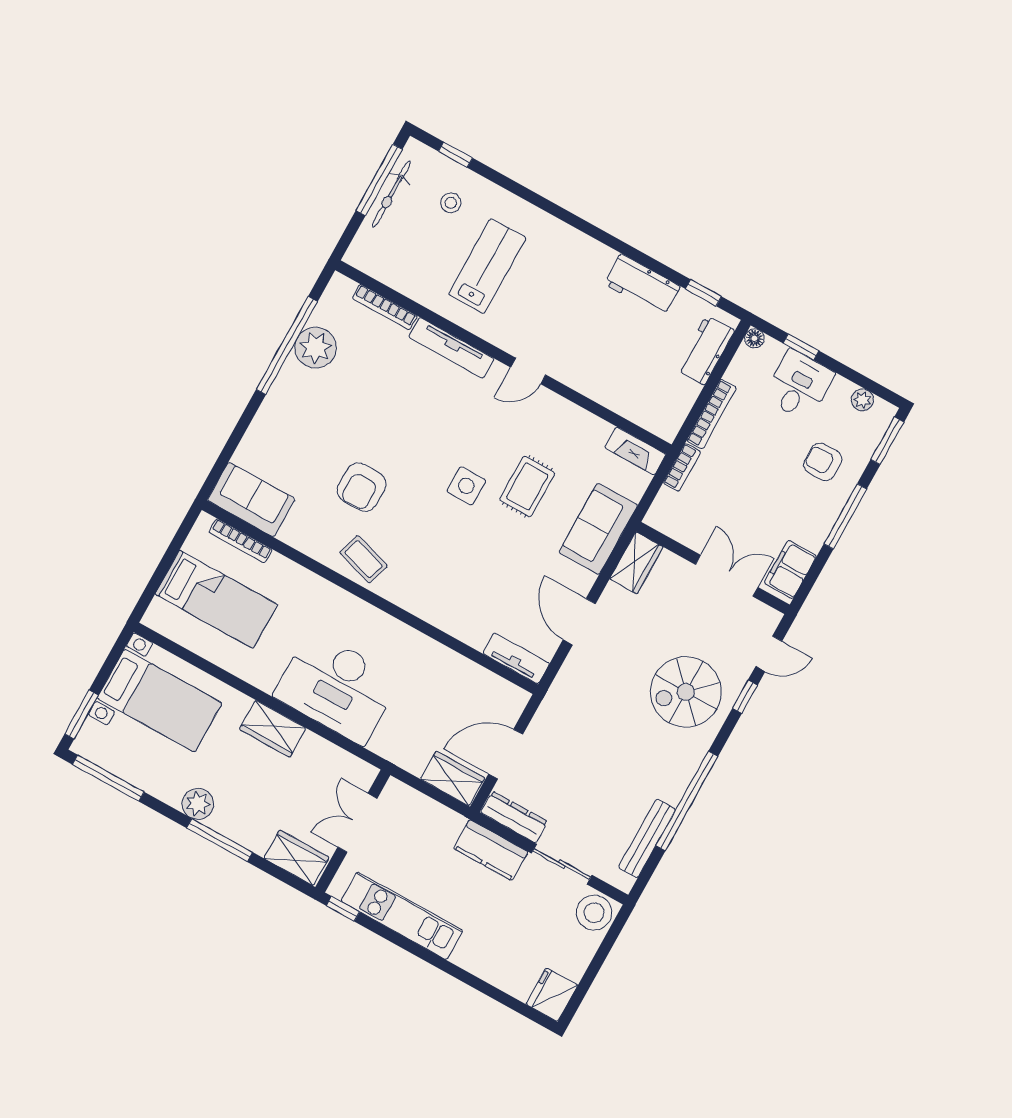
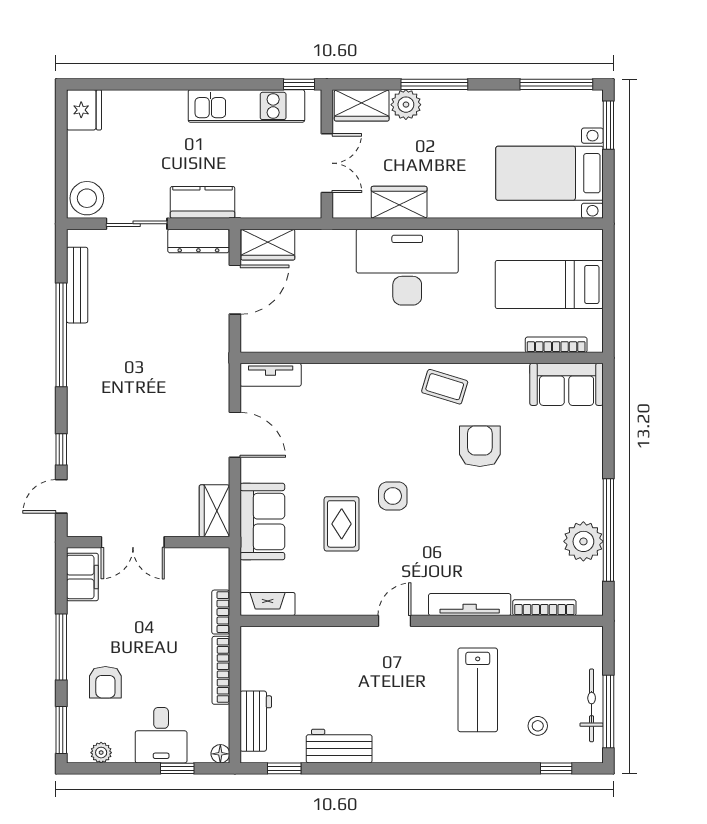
armchair: (823, 462) -> (105, 682), turned 90
spiral stairs: (686, 692) -> (113, 426), removed
wardrobe: (273, 729) -> (399, 202), moved
plant: (198, 804) -> (406, 105), moved

